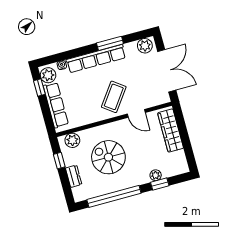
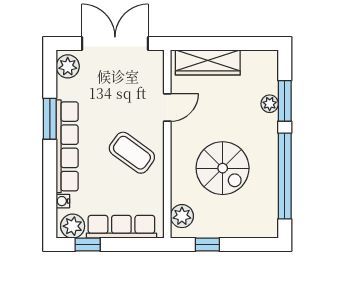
coffee table: (114, 97) -> (132, 153), moved
spiral stairs: (108, 157) -> (223, 168), turned -90
dresser: (74, 176) -> (237, 229), removed
window: (160, 184) -> (285, 101), width x1.50

